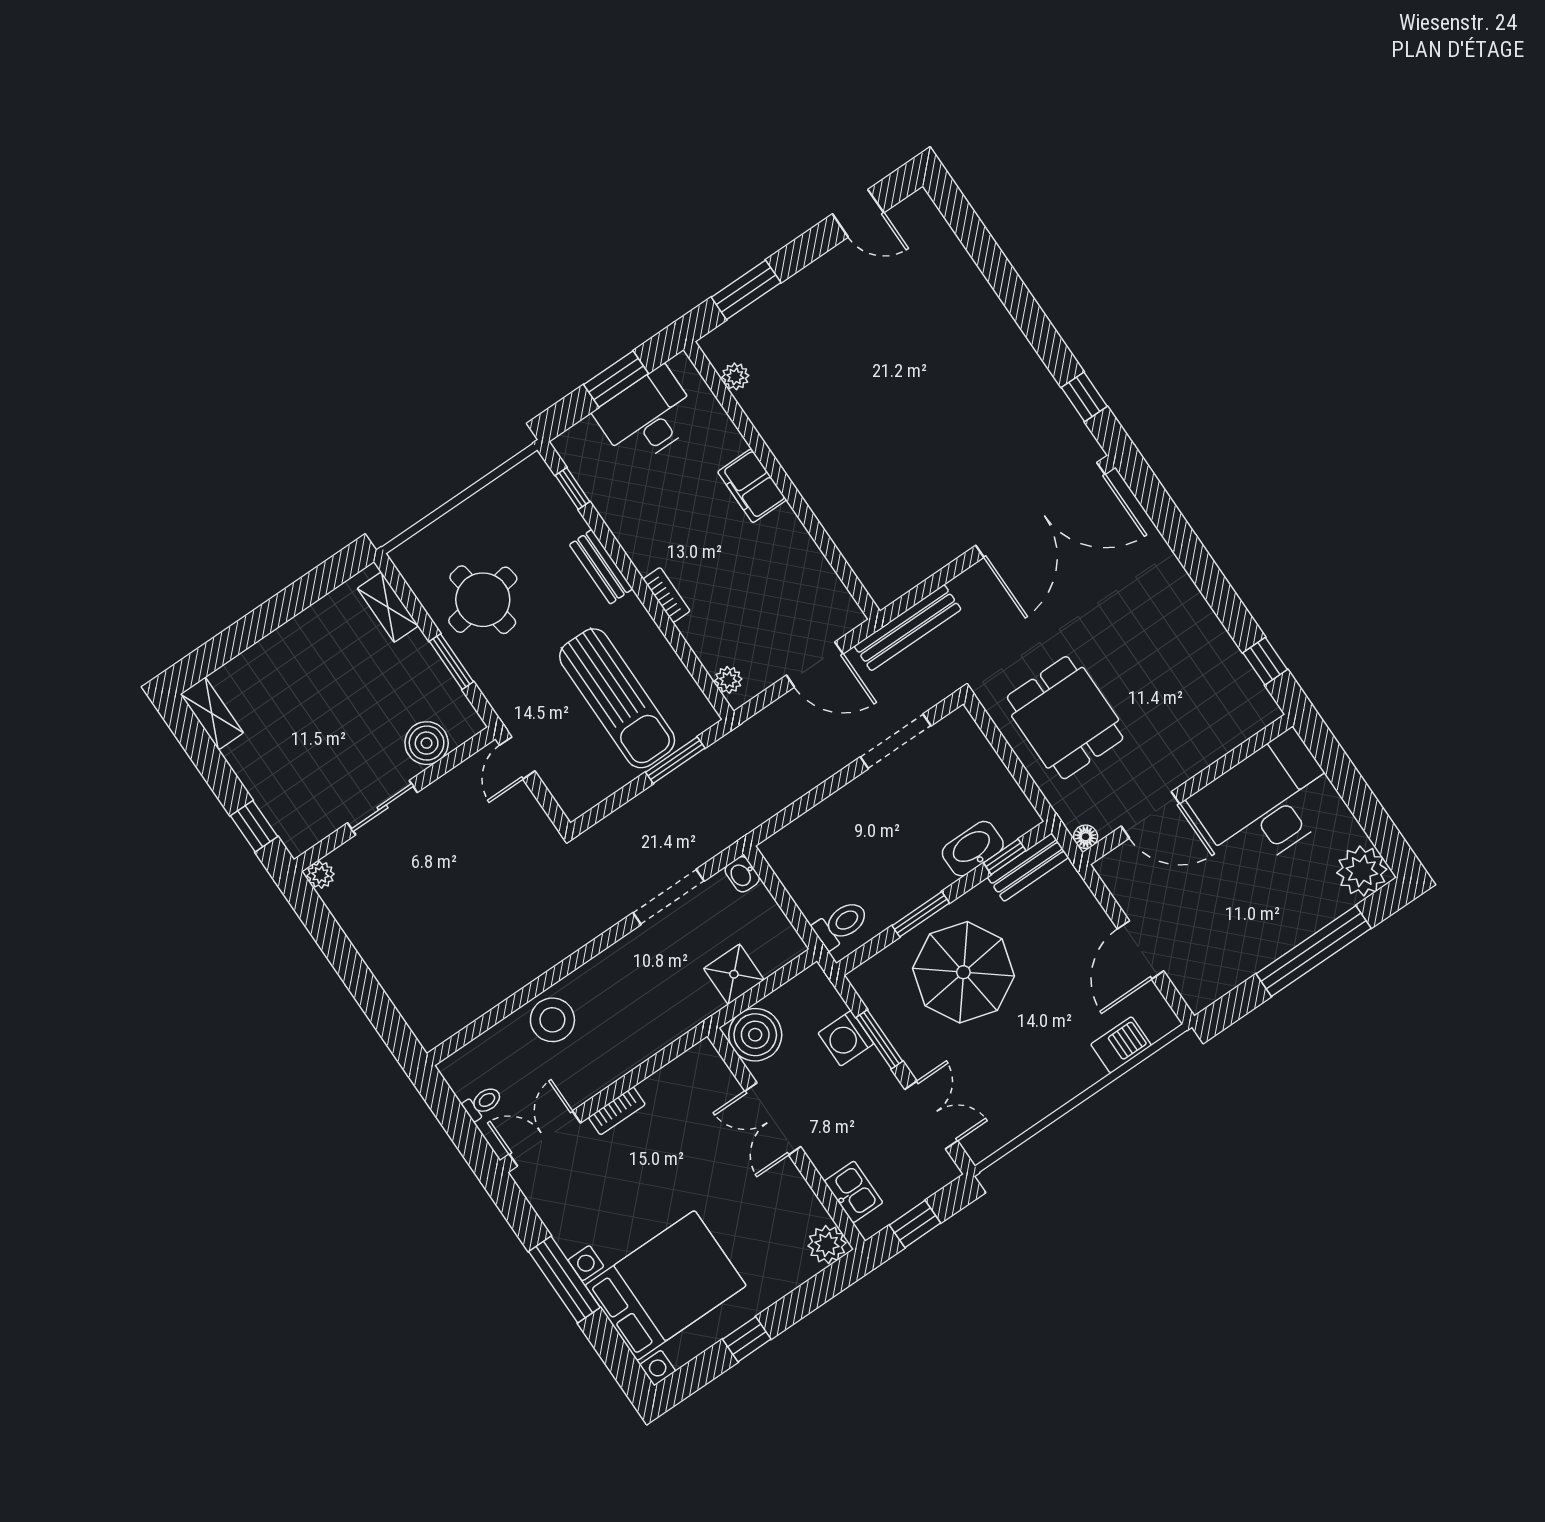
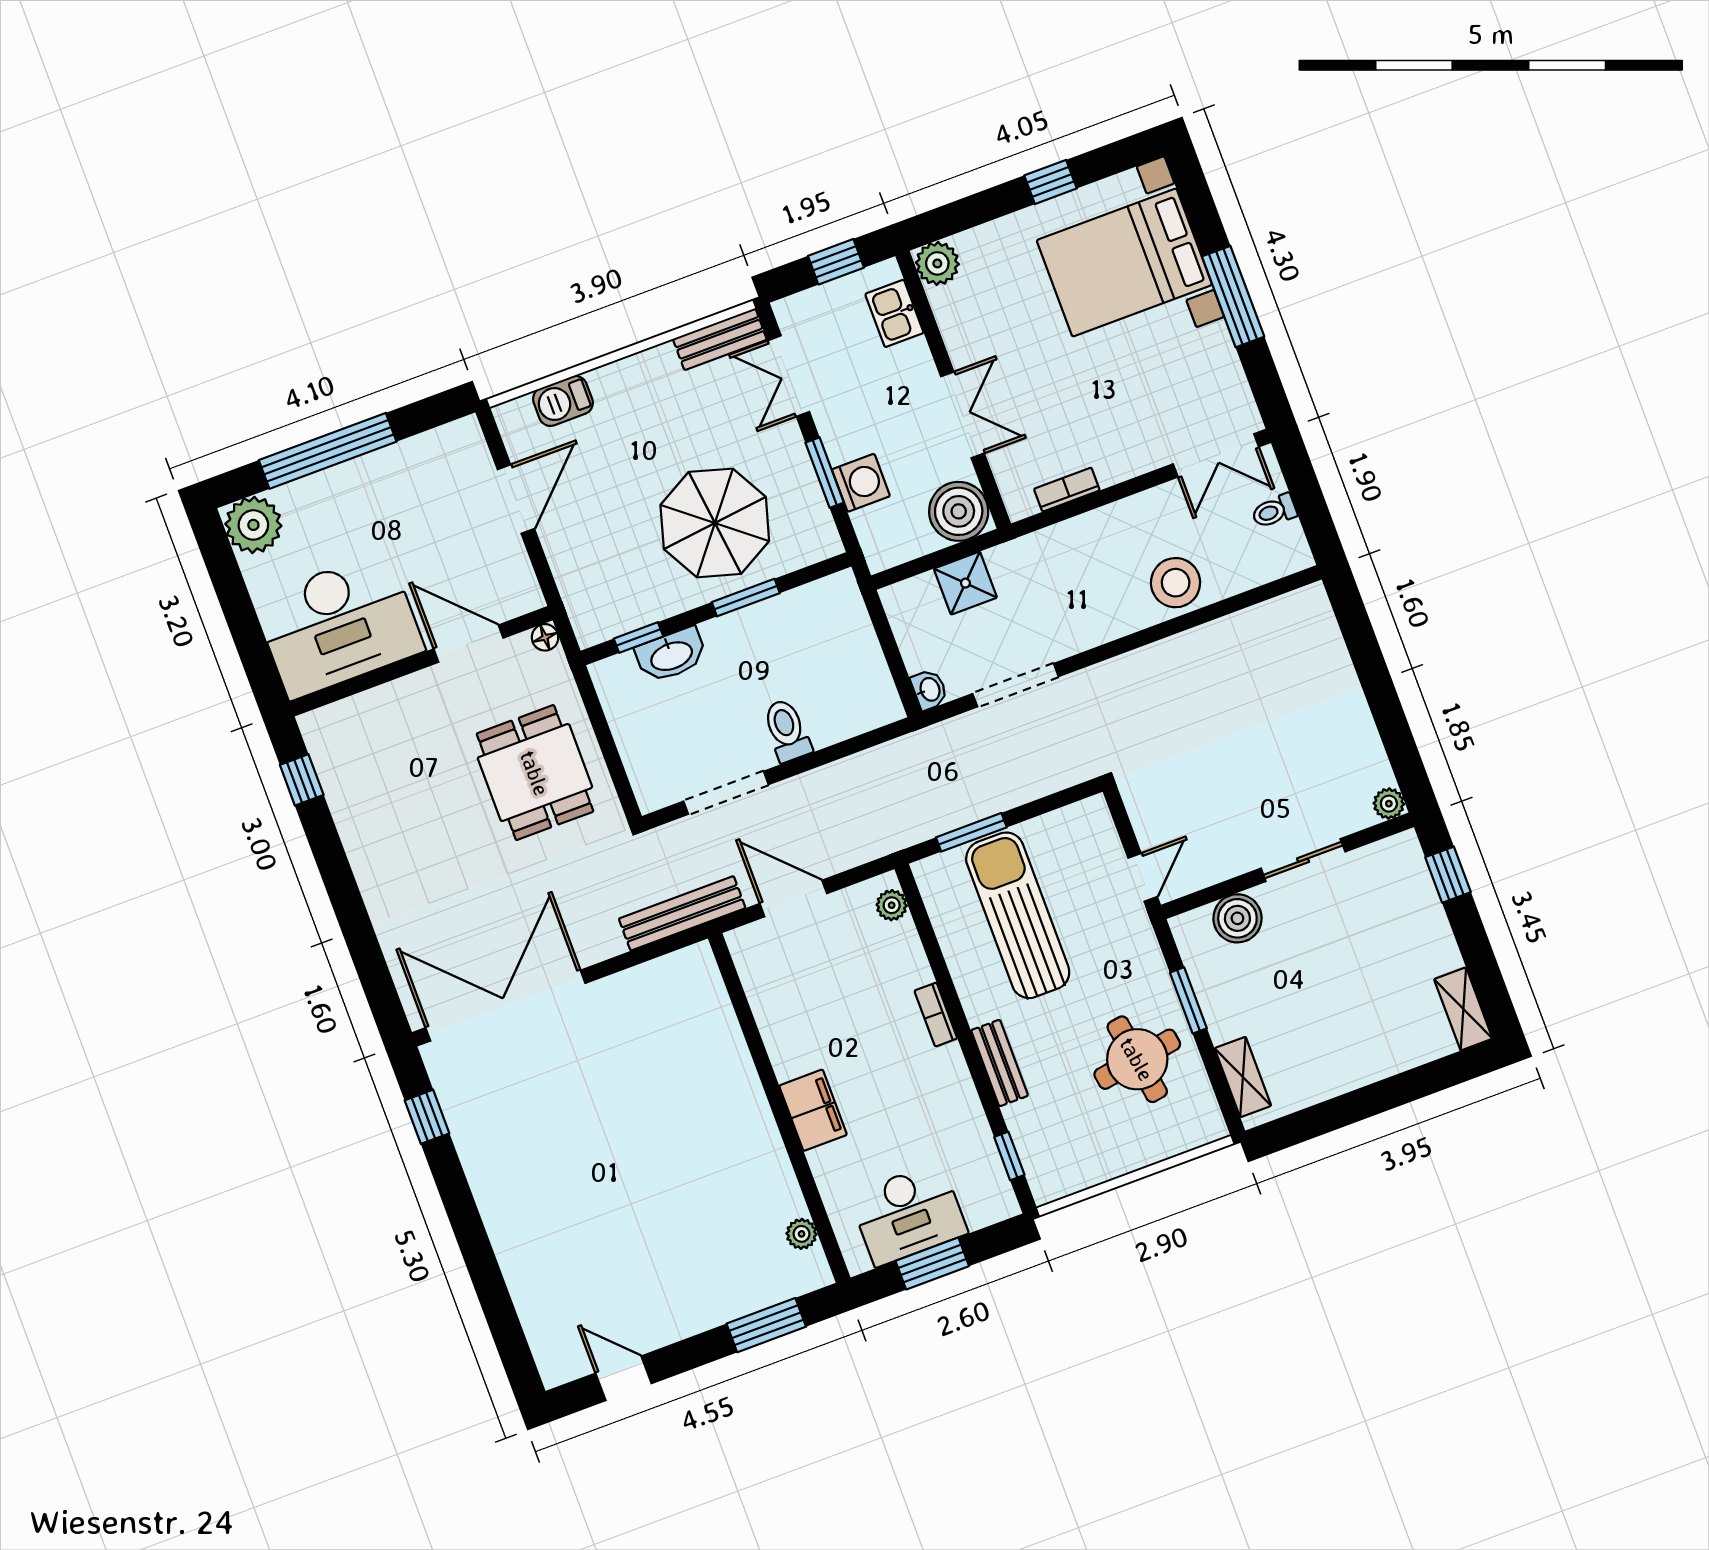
bench: (1028, 867) -> (720, 339), moved
toilet: (841, 924) -> (787, 730), moved, turned 90
bookcase: (617, 1111) -> (1067, 490), moved

